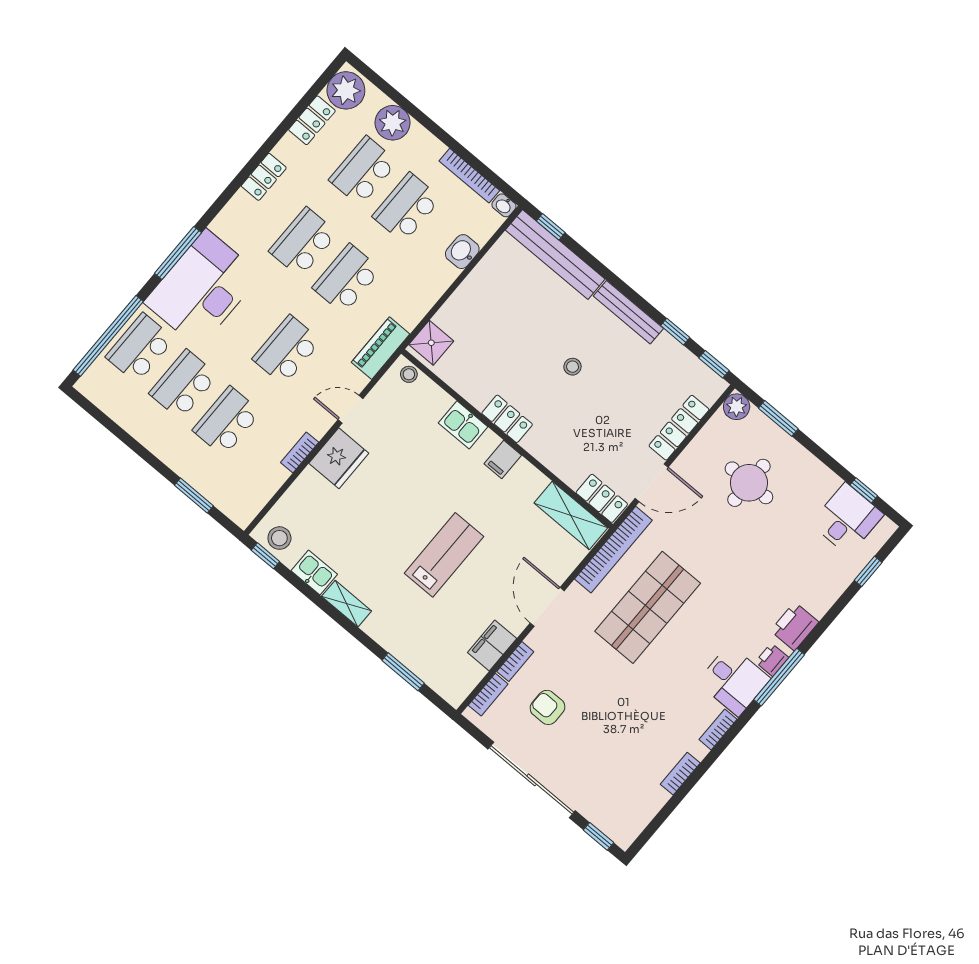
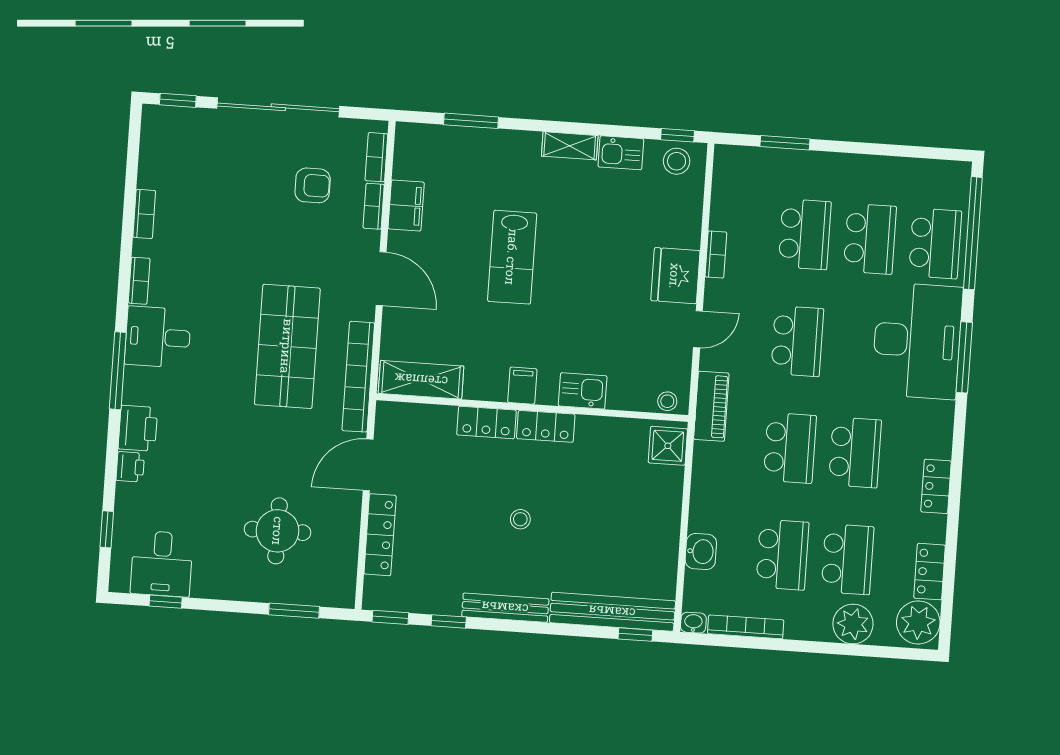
plant: (737, 407) -> (341, 593), removed
locker: (602, 498) -> (486, 422), moved
printer: (772, 660) -> (130, 467), moved

